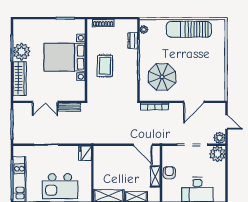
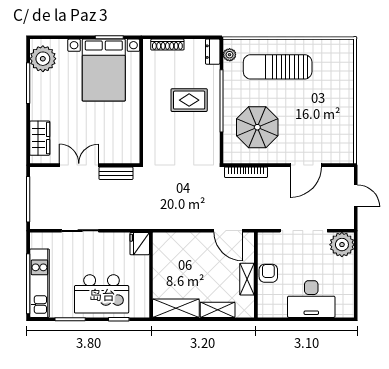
sun lounger: (189, 29) -> (278, 67), moved
dresser: (133, 41) -> (213, 52), moved
plant: (22, 52) -> (43, 59), moved
bed with nightstands: (65, 57) -> (104, 70), moved, turned -90
rug: (105, 66) -> (189, 100), moved, turned 90
wardrobe: (20, 79) -> (40, 138), width x0.67
double door: (45, 102) -> (79, 165), swing flipped
plant: (220, 138) -> (345, 220), removed

